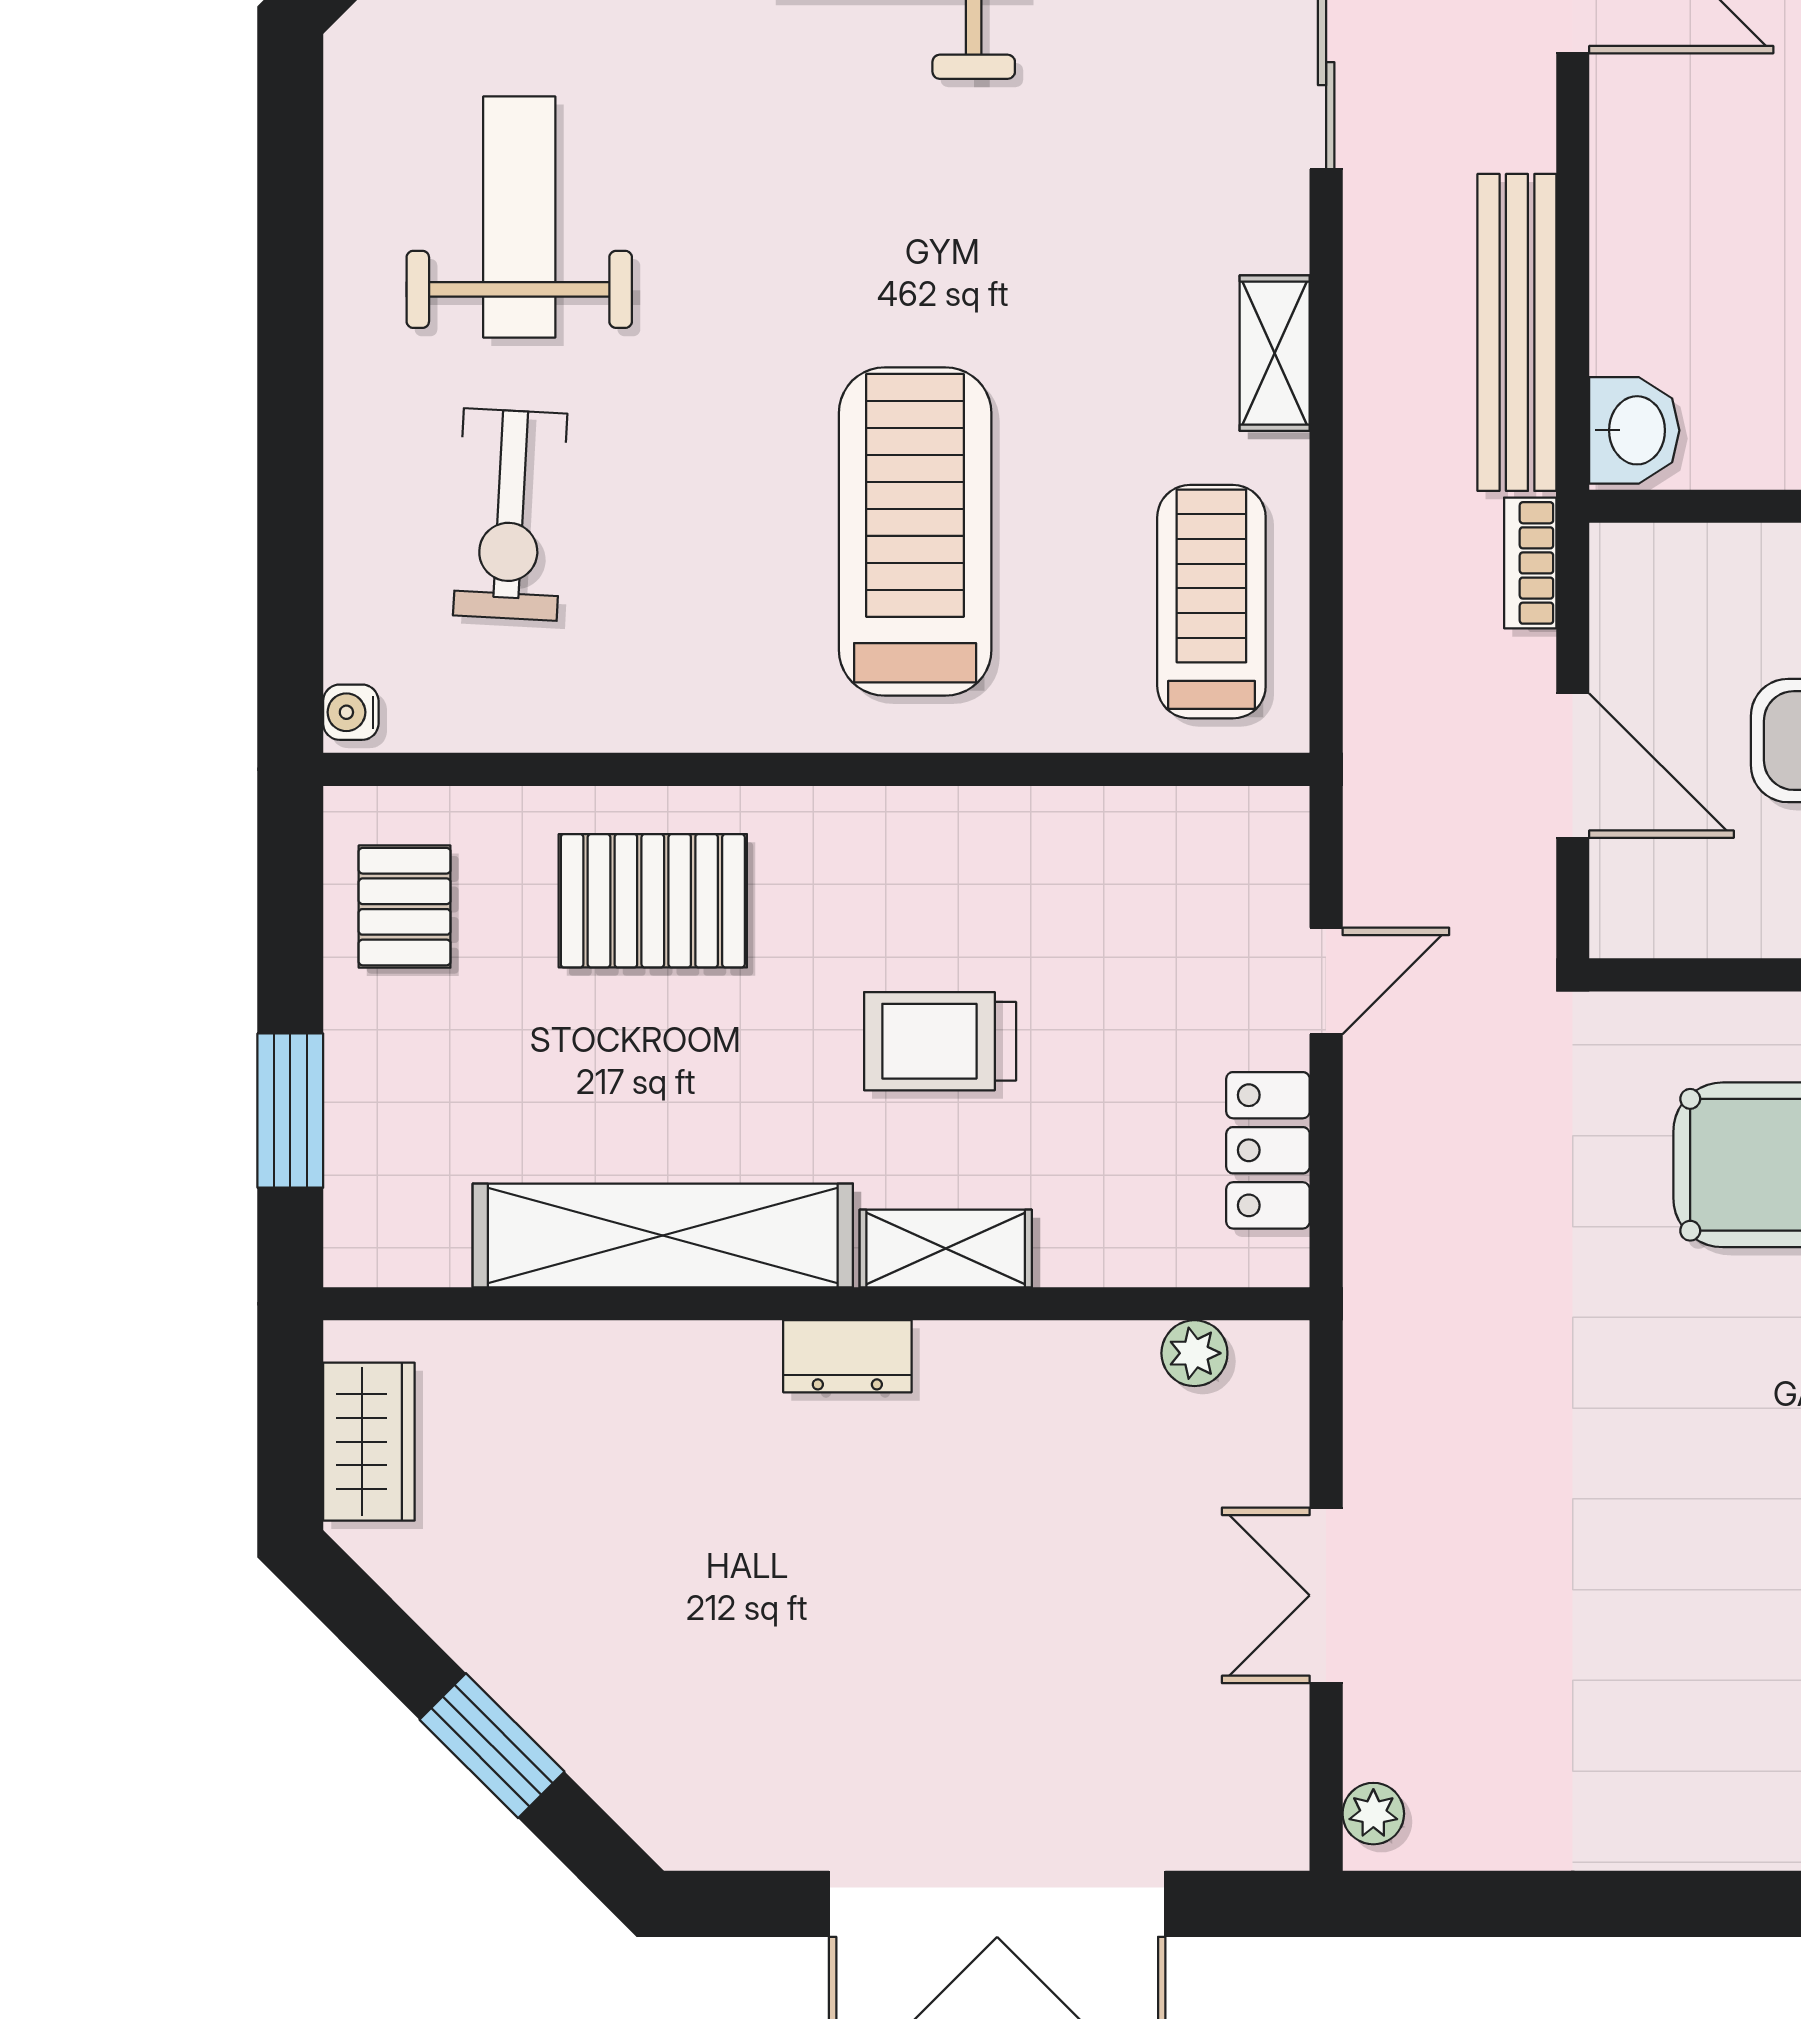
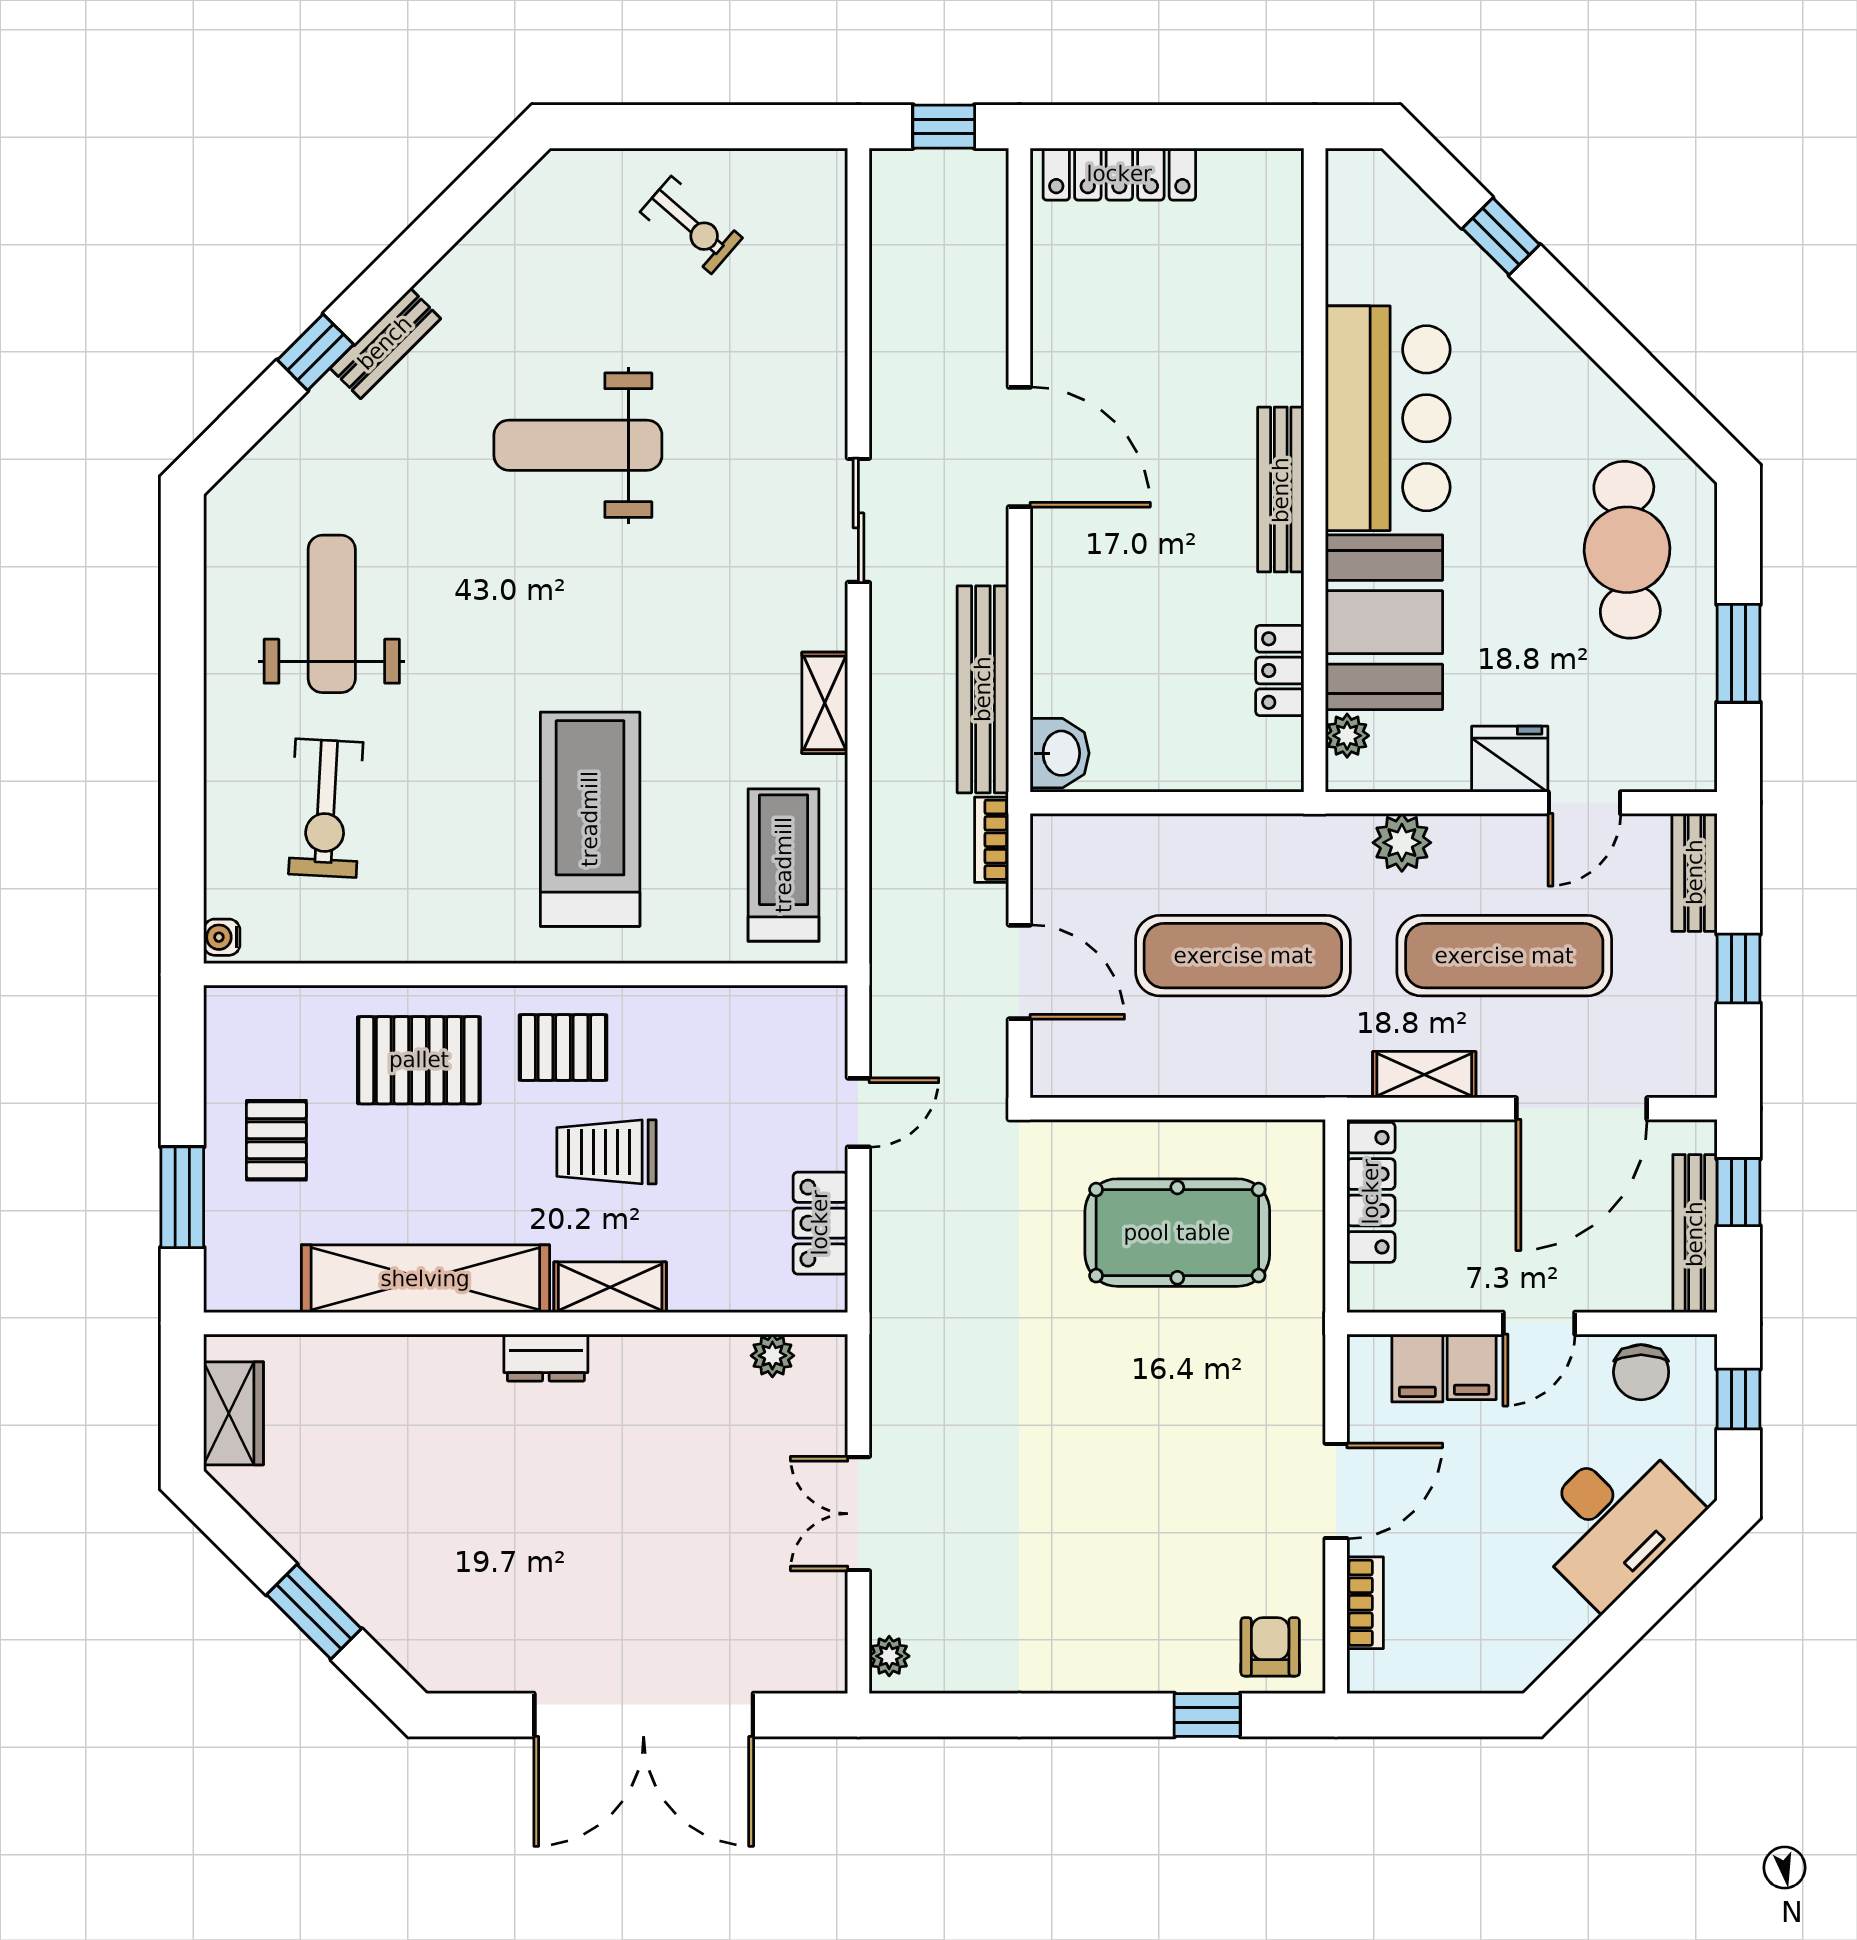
pallet: (874, 881) -> (563, 1048), added
pallet: (405, 907) -> (276, 1140), moved

